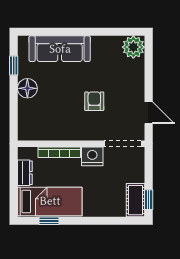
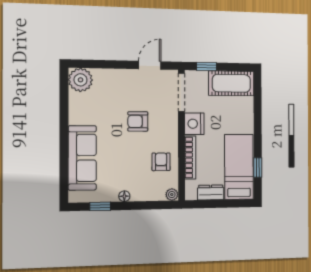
floor lamp: (27, 88) -> (124, 196), width x0.53, depth x0.53
armchair: (55, 124) -> (161, 162), added
plant: (24, 134) -> (172, 195), added
cot: (136, 200) -> (231, 83), width x1.37, depth x1.34
window: (149, 200) -> (207, 66), moved

